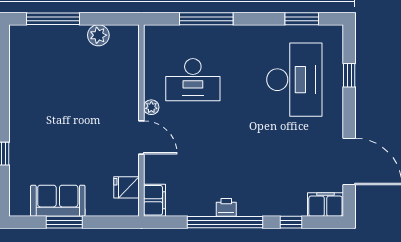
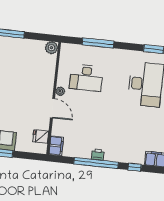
plant: (98, 35) -> (51, 48), moved

